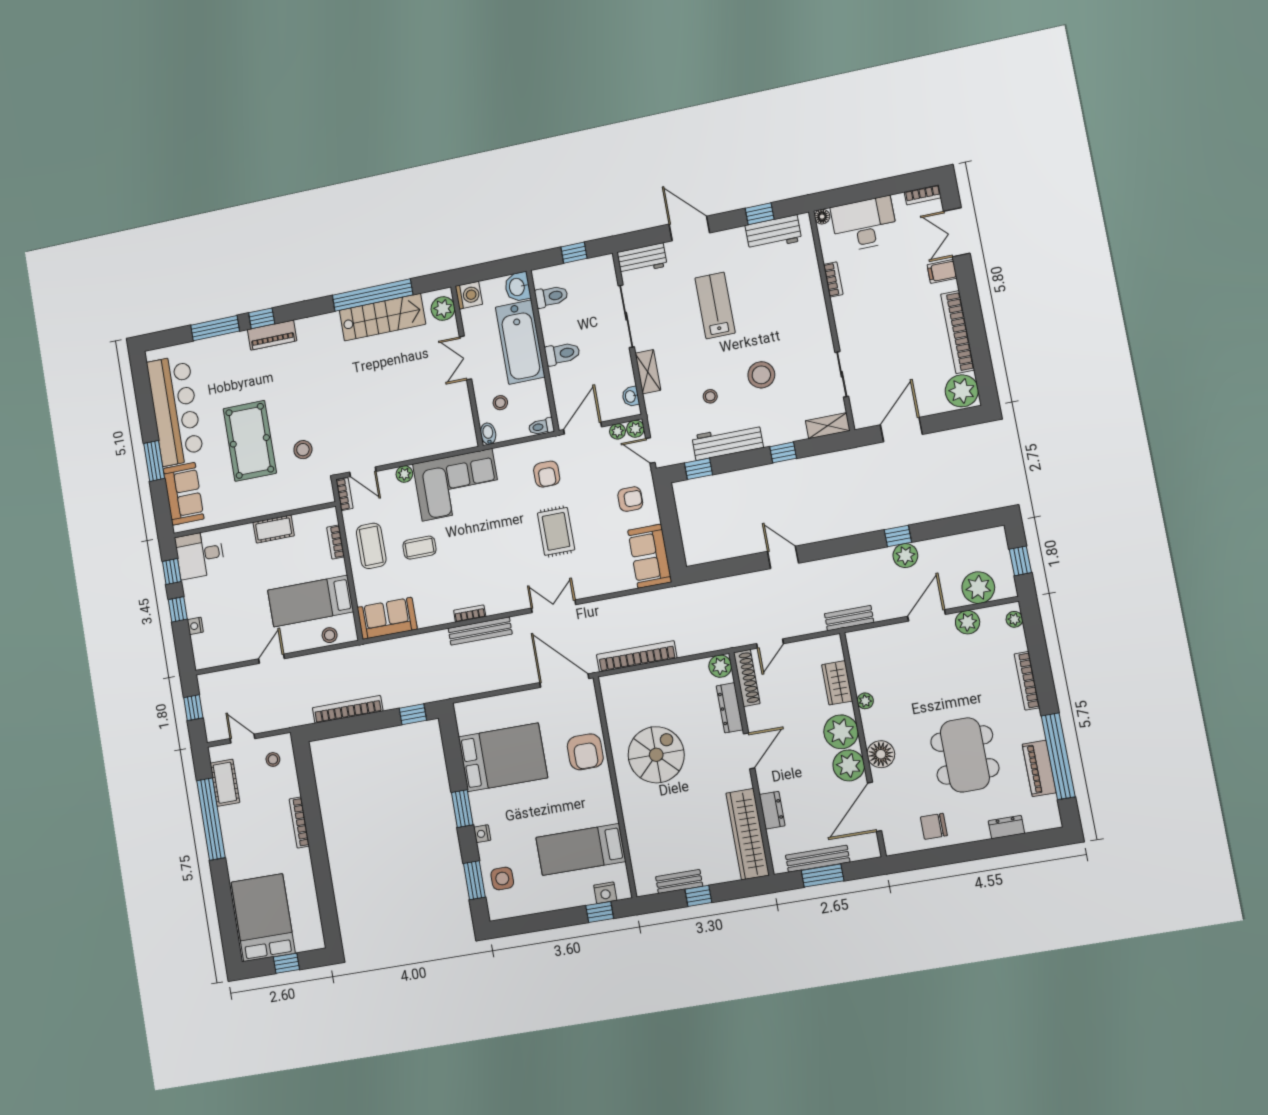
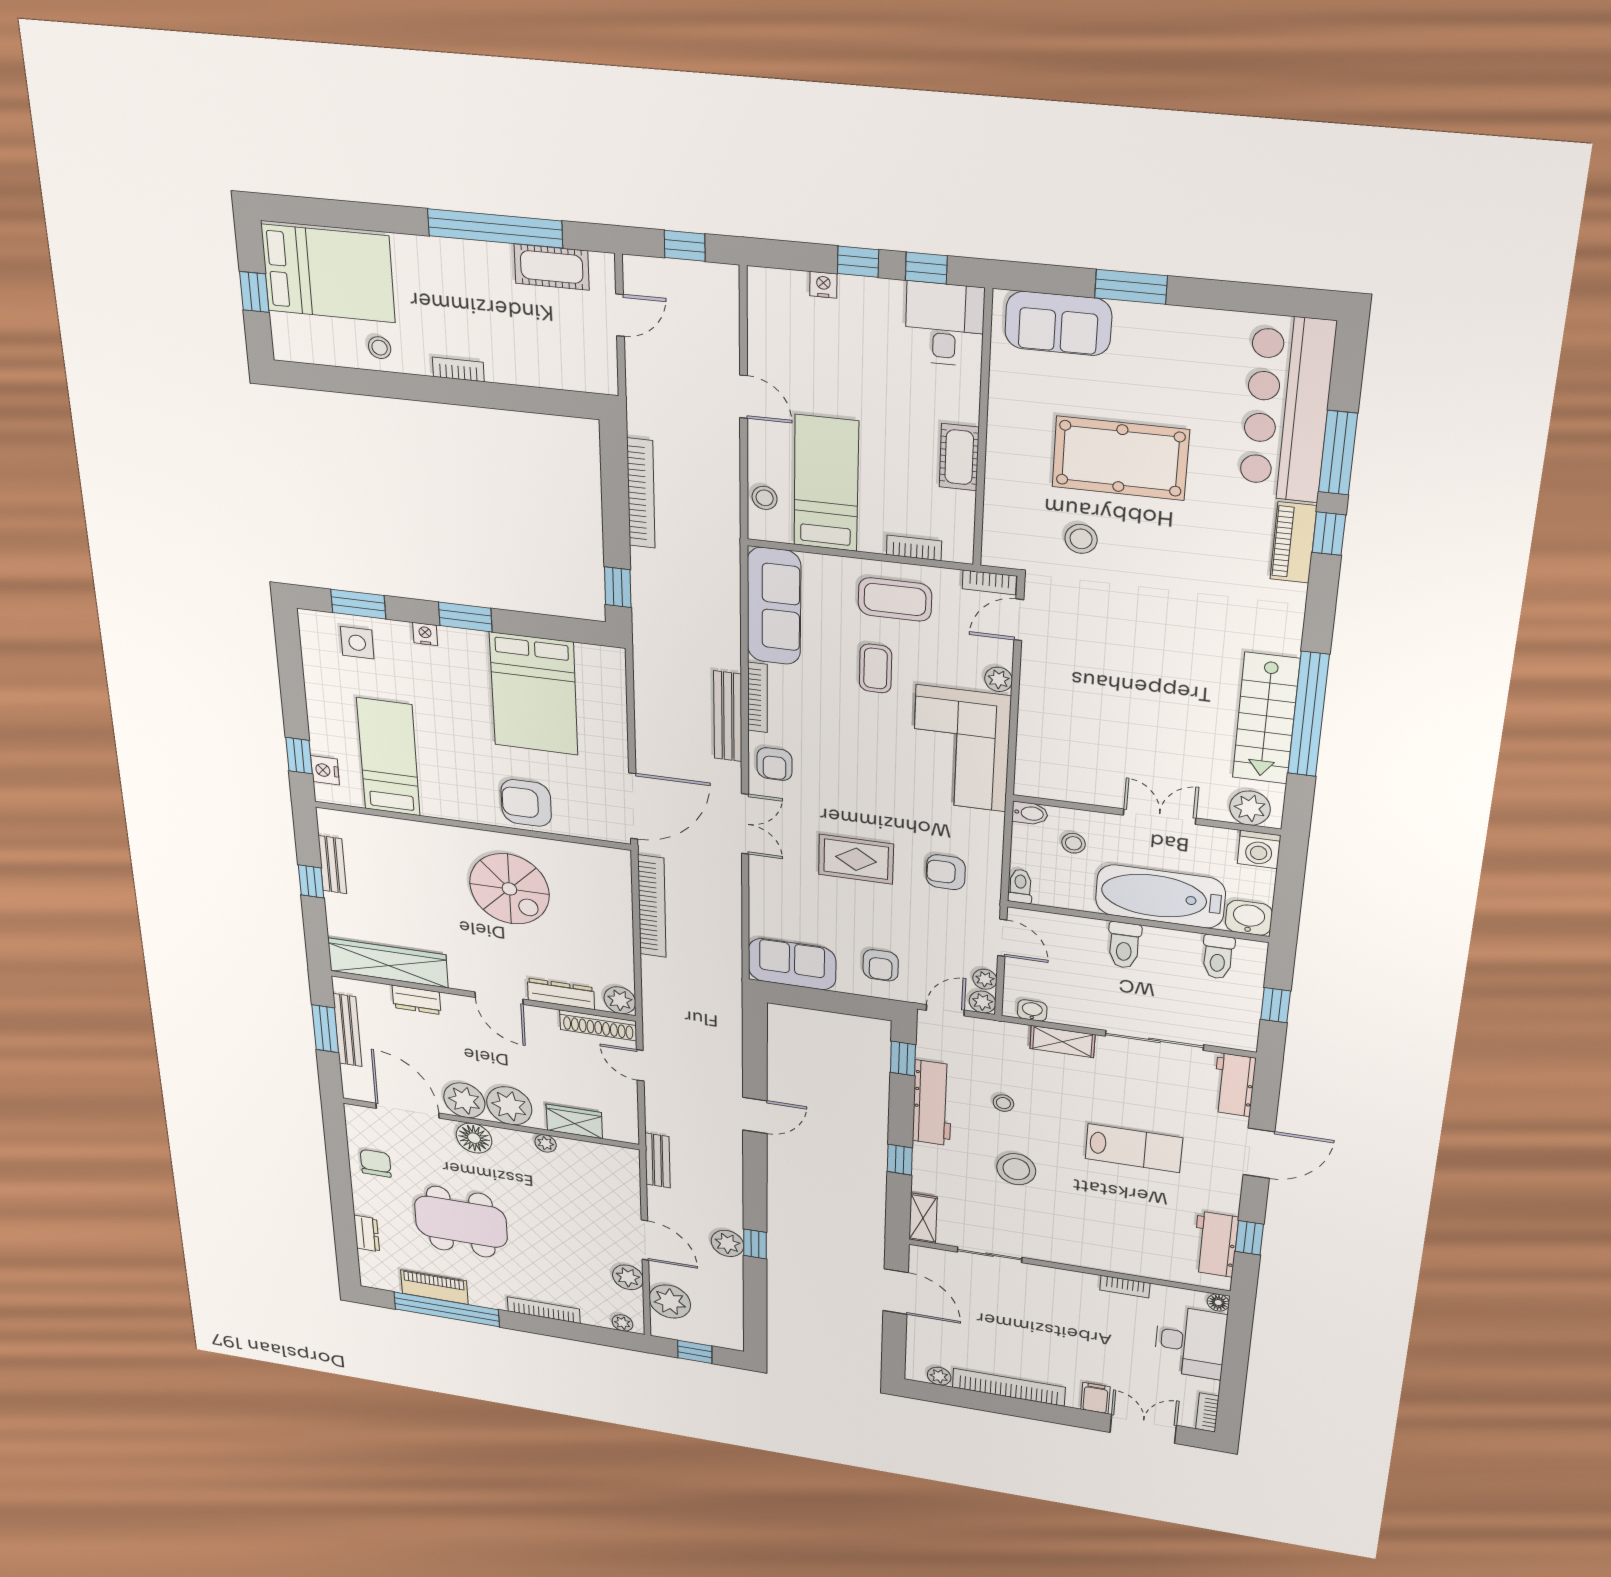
plant: (962, 391) -> (939, 1376), width x0.53, depth x0.53
bar counter: (175, 410) -> (1287, 409), moved, turned 90
door: (583, 428) -> (1002, 938), width x0.73
armchair: (504, 596) -> (775, 764), added
bookcase: (470, 614) -> (757, 697), width x1.56
sofa: (387, 618) -> (774, 606), width x1.36
stool: (273, 759) -> (380, 348), moved
bookcase: (299, 823) -> (458, 369), width x0.64

